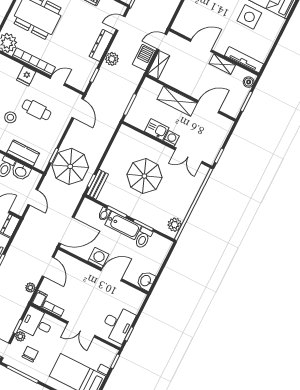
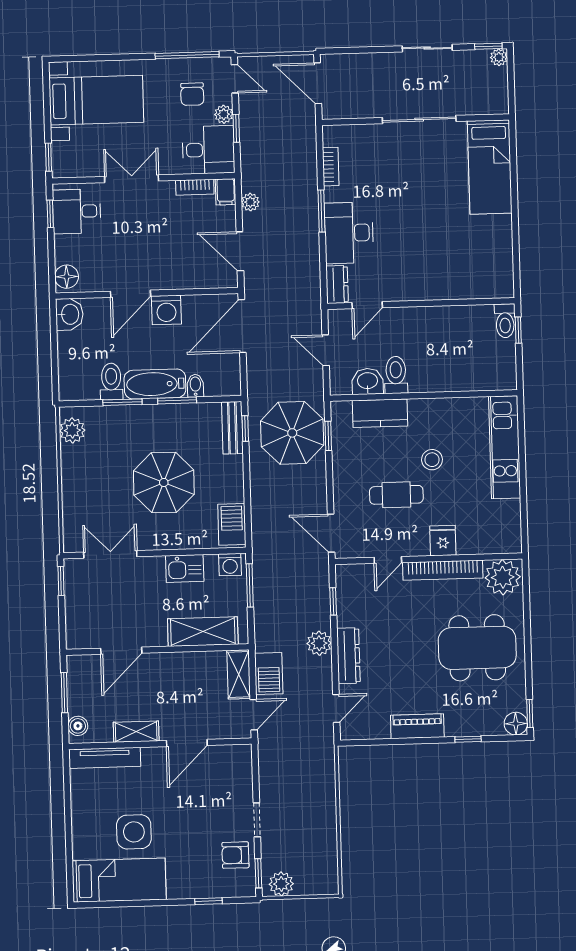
shelving: (177, 101) -> (203, 632), moved
barbecue: (123, 138) -> (232, 524), added
washing machine: (171, 138) -> (230, 565), moved
floor lamp: (137, 300) -> (67, 277), added
desk: (118, 324) -> (77, 211), width x0.73

